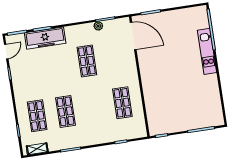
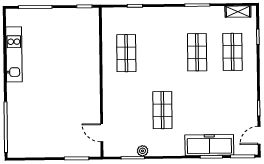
door: (133, 36) -> (102, 133), width x0.53
kitchen unit: (207, 51) -> (14, 54), moved

